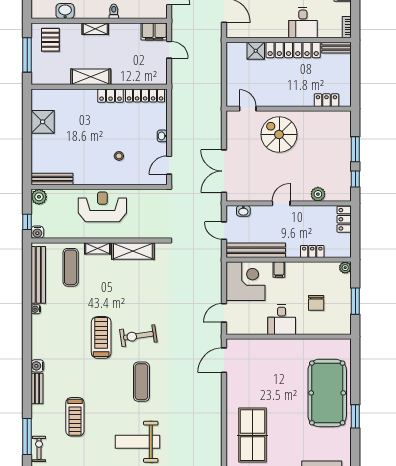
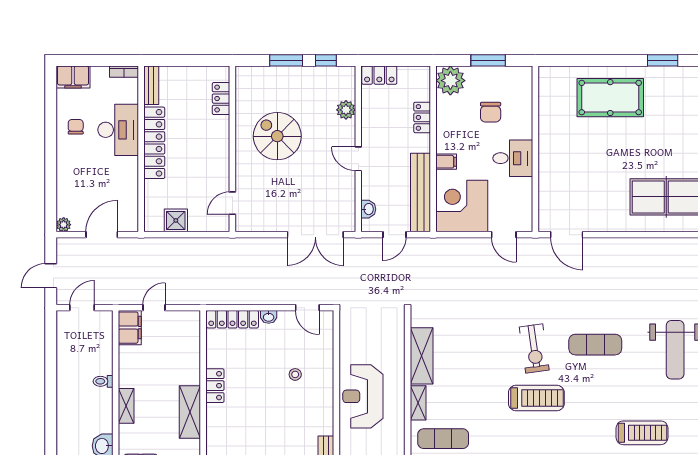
desk: (303, 23) -> (118, 130), width x1.37
shower: (256, 51) -> (176, 220), moved
locker: (145, 95) -> (232, 319), moved, turned 90
spiral stairs: (279, 134) -> (277, 136), moved, turned 90
plant: (345, 268) -> (450, 81), width x1.88, depth x1.88
chair: (316, 303) -> (491, 112), turned 90
treadmill: (101, 337) -> (536, 398), turned 180
pool table: (327, 393) -> (610, 98), width x0.73, depth x0.76
window: (355, 416) -> (663, 60), moved

